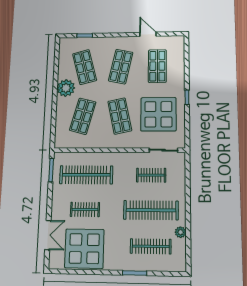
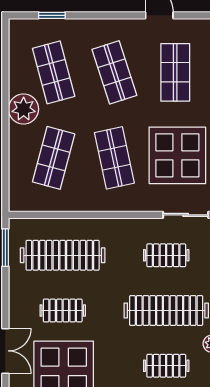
shop shelf: (121, 67) -> (114, 72), turned -30
clothes rail: (151, 246) -> (166, 366), width x0.73

